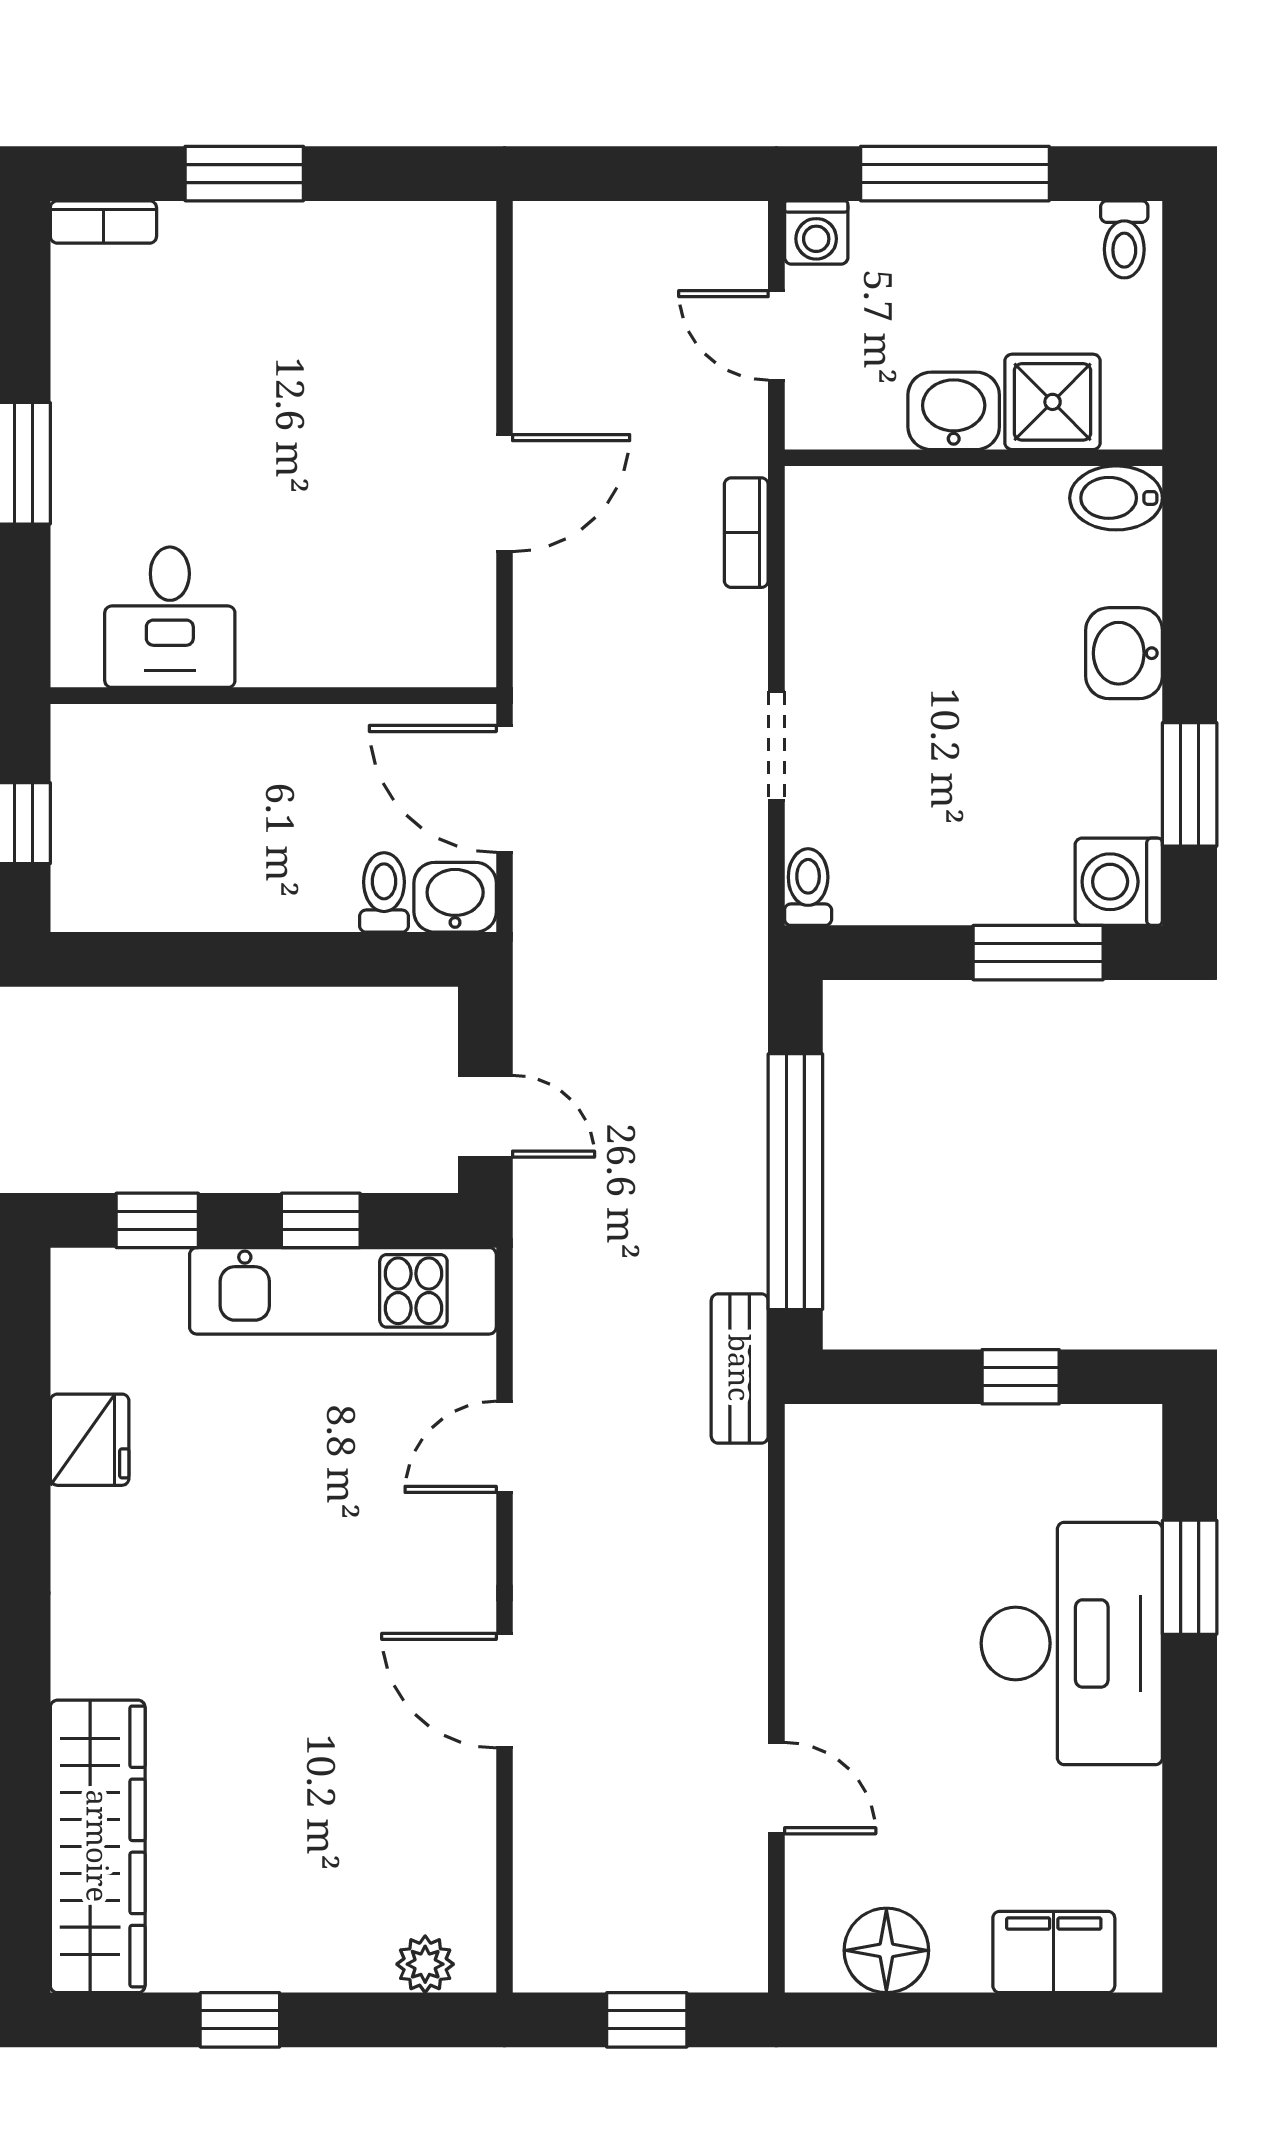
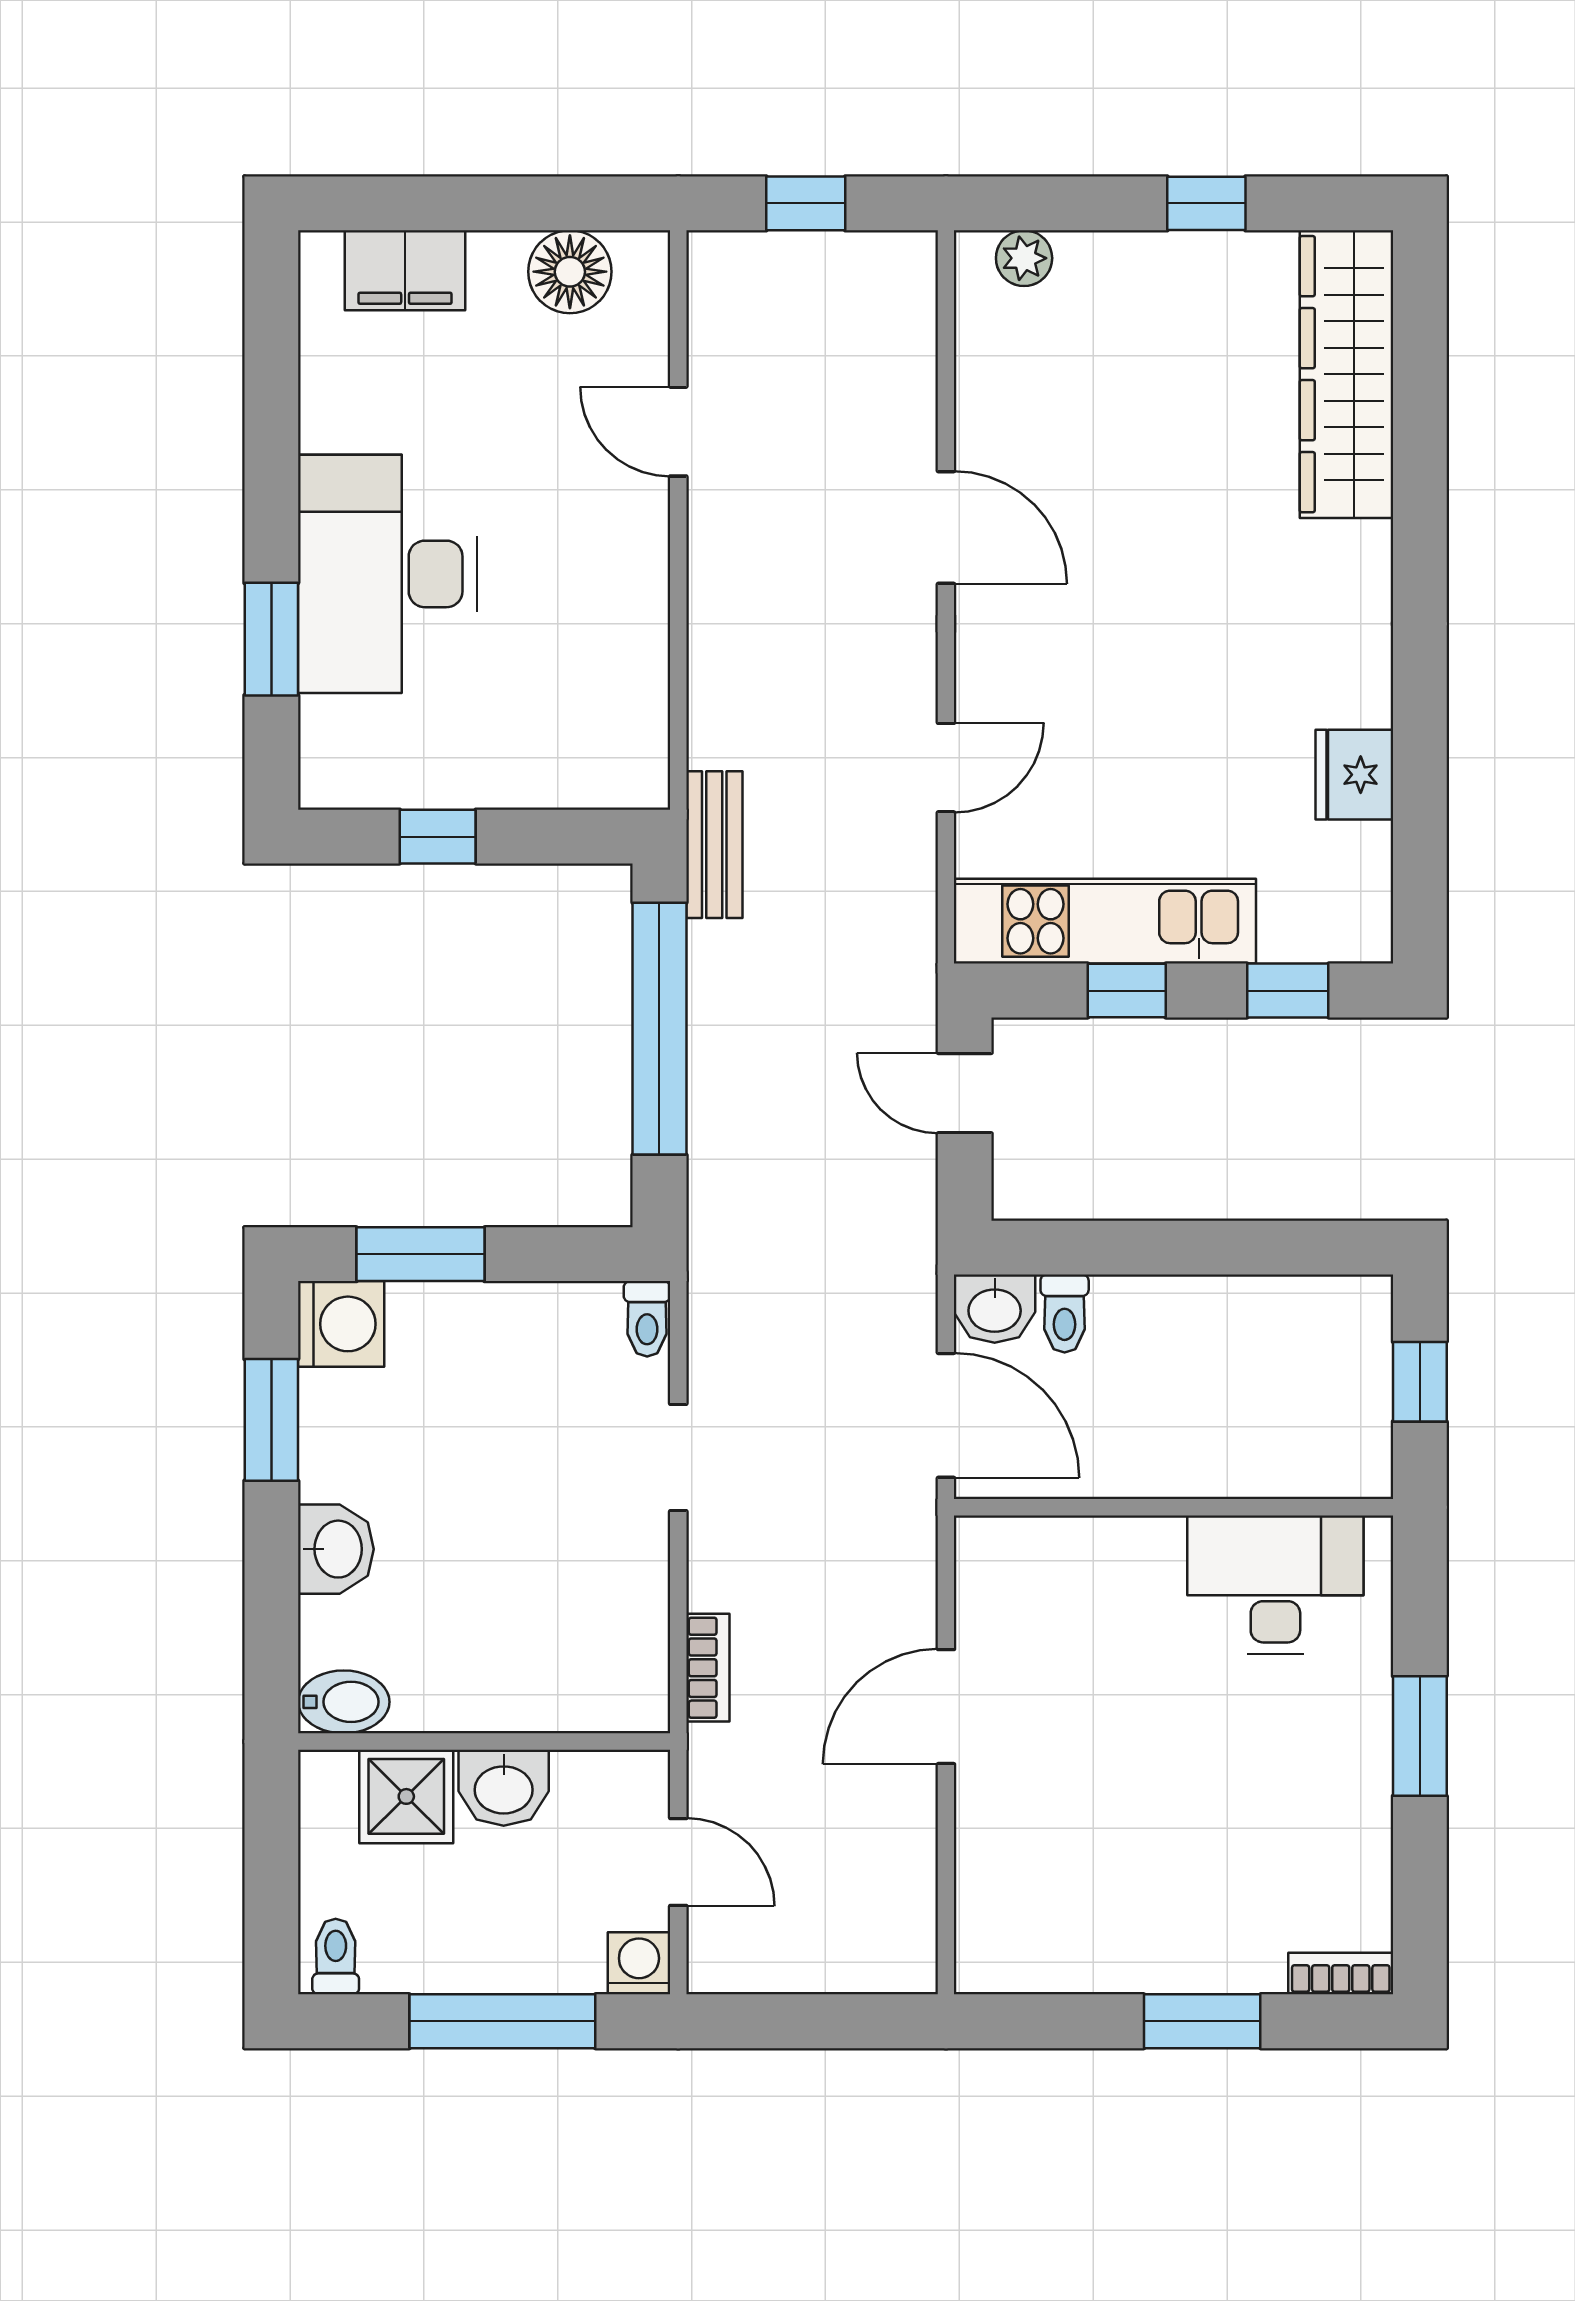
desk: (170, 617) -> (1275, 1584), width x1.37

